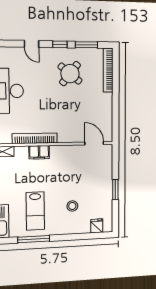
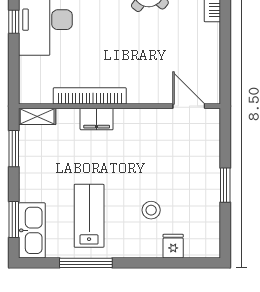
lab bench: (35, 211) -> (89, 216), turned 180
fridge: (97, 226) -> (173, 246), moved

